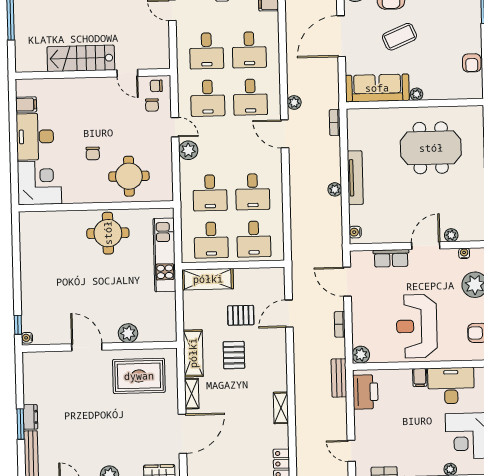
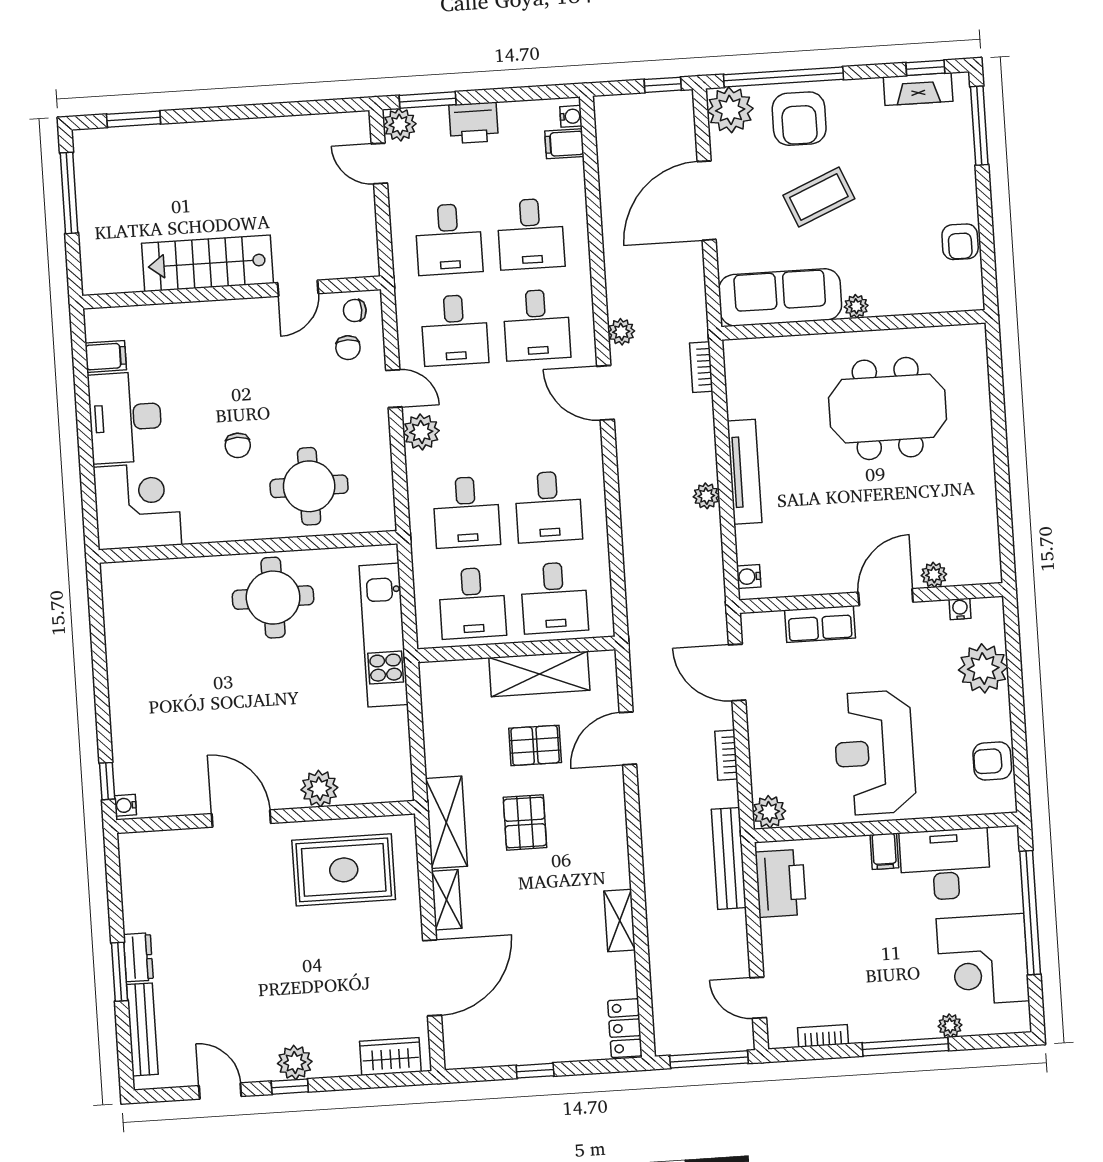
door: (127, 73) -> (298, 288), hinge flipped
shelving: (208, 279) -> (539, 674), moved
bench: (339, 378) -> (729, 858), width x1.36

